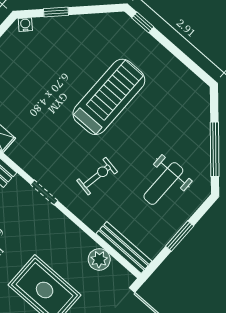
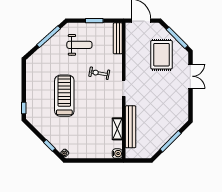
treadmill: (109, 97) -> (64, 96), turned 90
plant: (99, 259) -> (131, 44), removed

